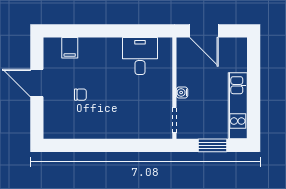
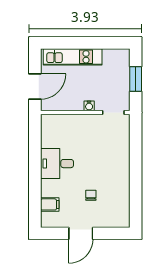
desk: (140, 56) -> (57, 164), moved
kitchen unit: (238, 106) -> (73, 57), moved

